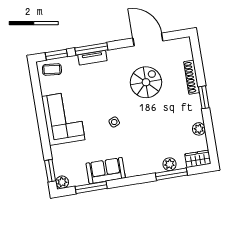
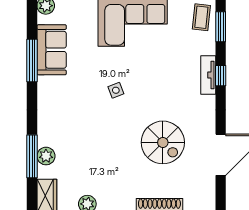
window: (91, 49) -> (221, 76), width x0.46
sofa: (106, 171) -> (52, 50), moved
window: (91, 187) -> (32, 61), moved

